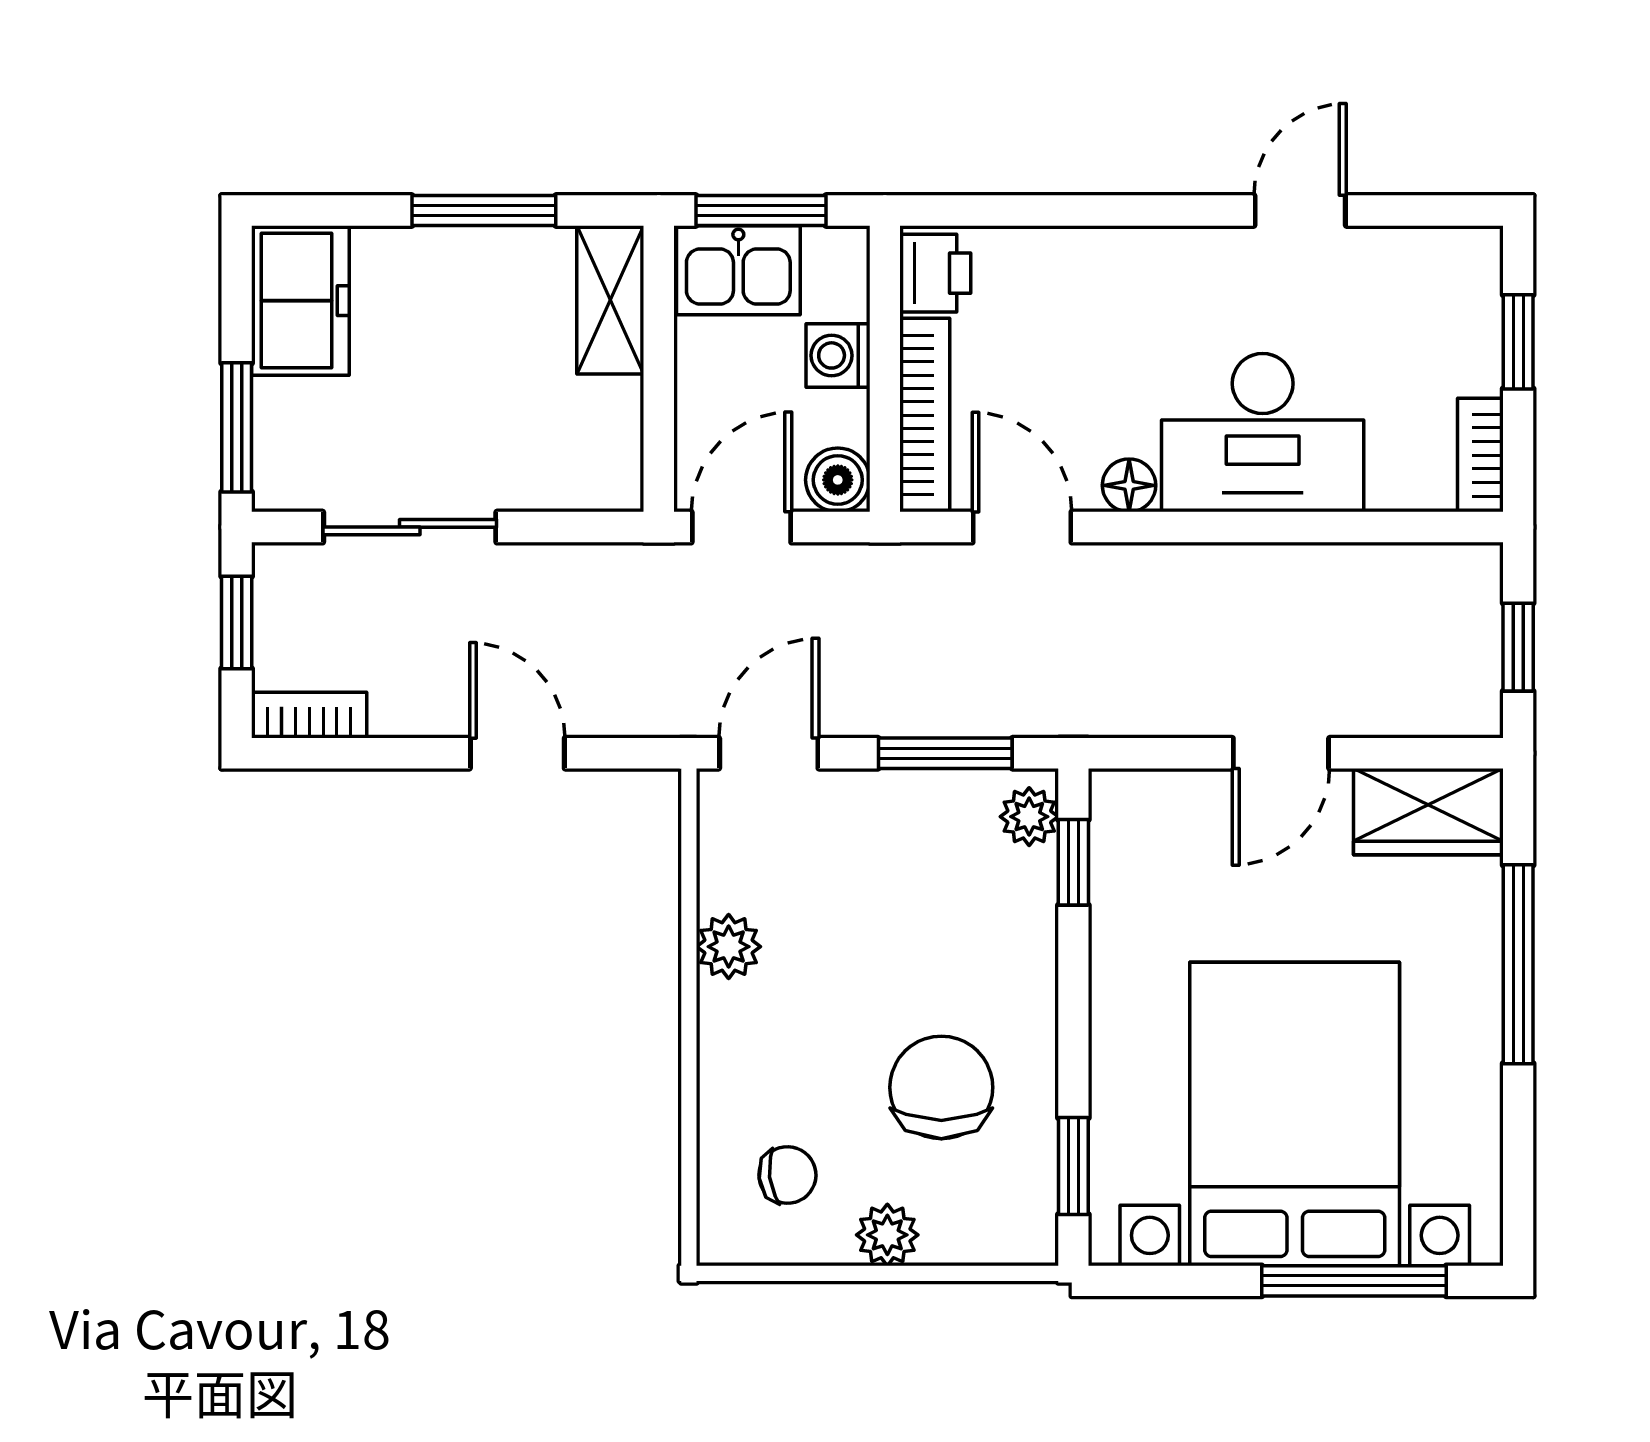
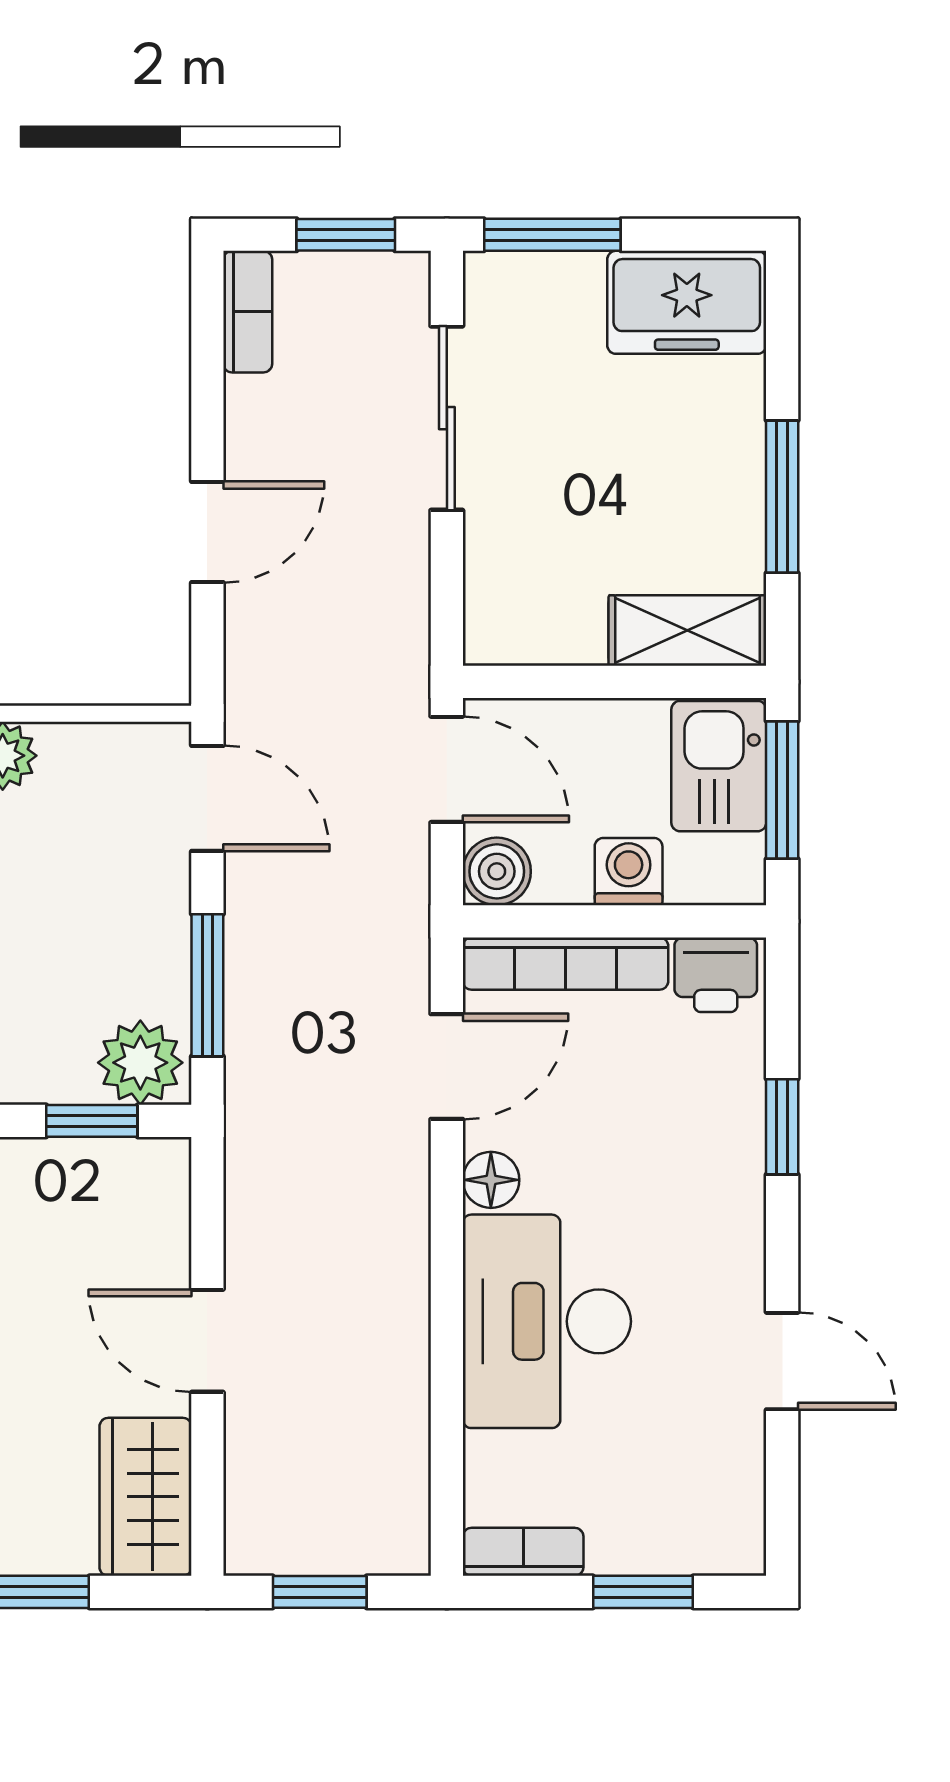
window: (1079, 210) -> (782, 1127), added
plant: (1029, 817) -> (140, 1063), width x1.38, depth x1.38

